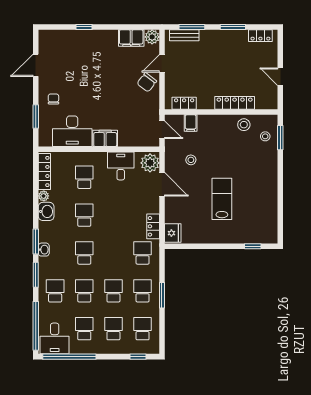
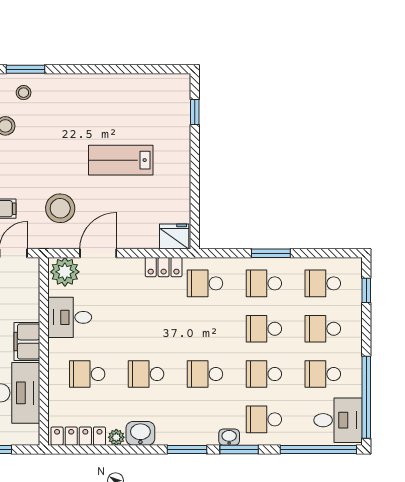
stool: (191, 160) -> (60, 208), width x1.89, depth x1.89
washbasin: (44, 250) -> (229, 437), moved

